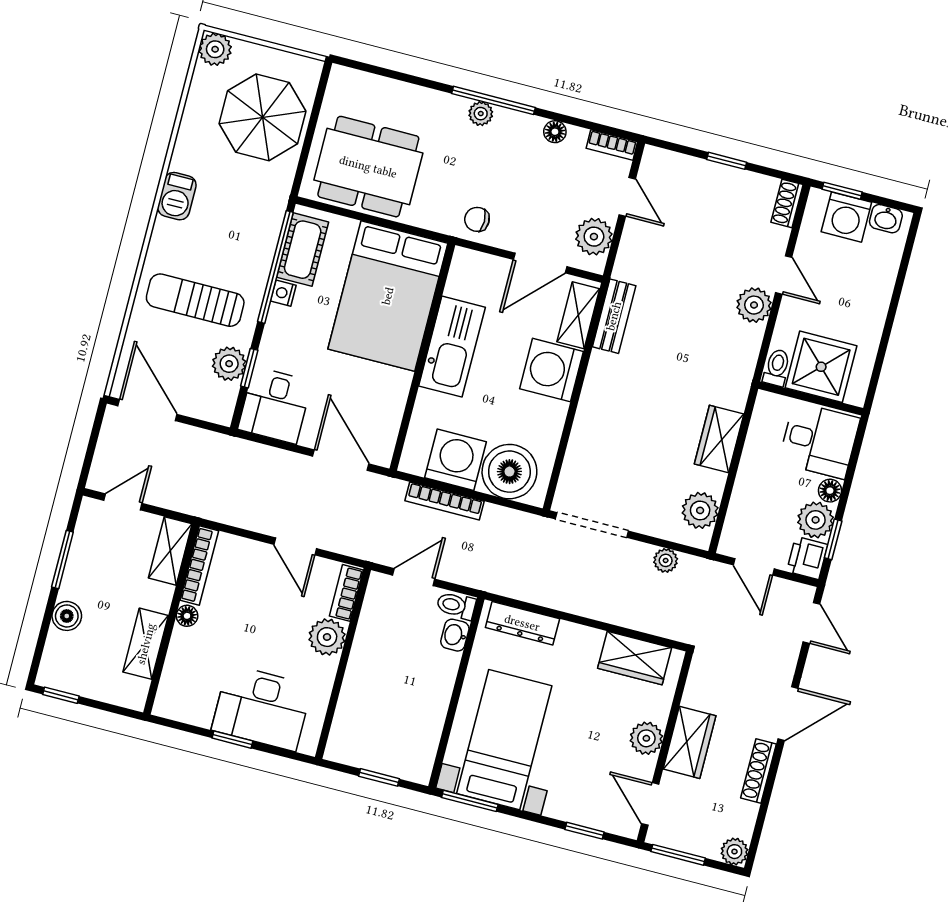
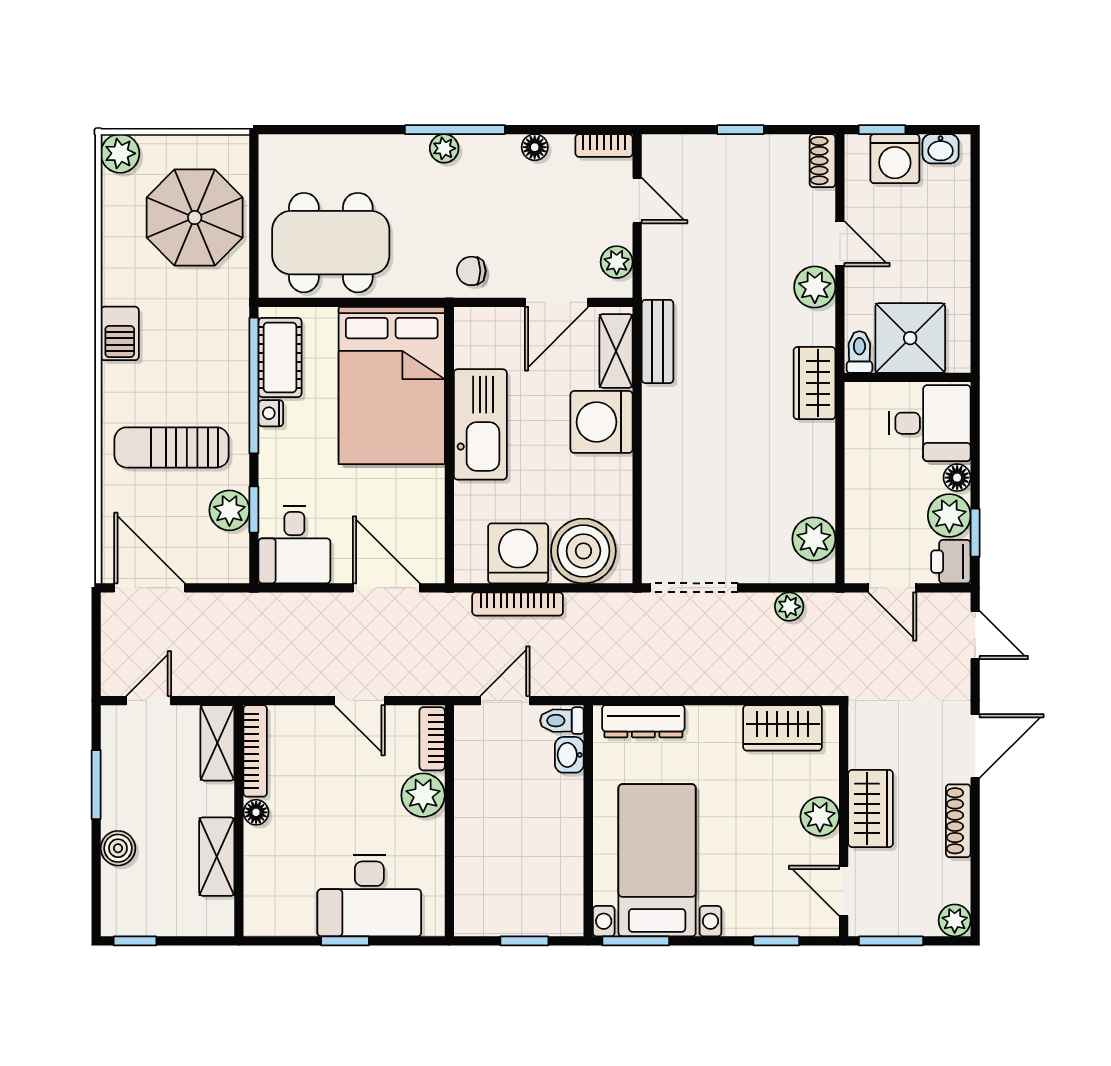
plant: (594, 237) -> (617, 262), width x0.73, depth x0.73
wardrobe: (719, 439) -> (814, 383), moved

